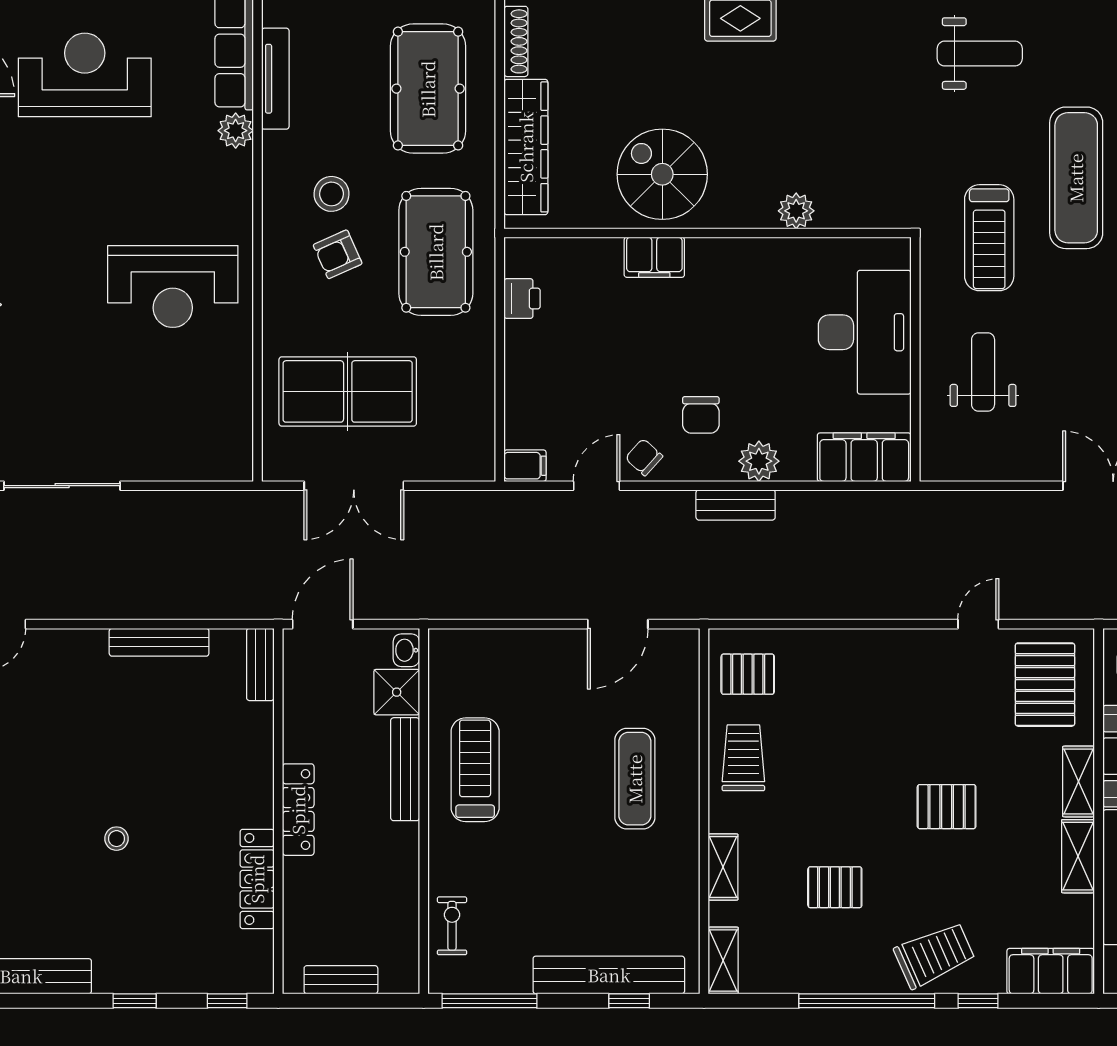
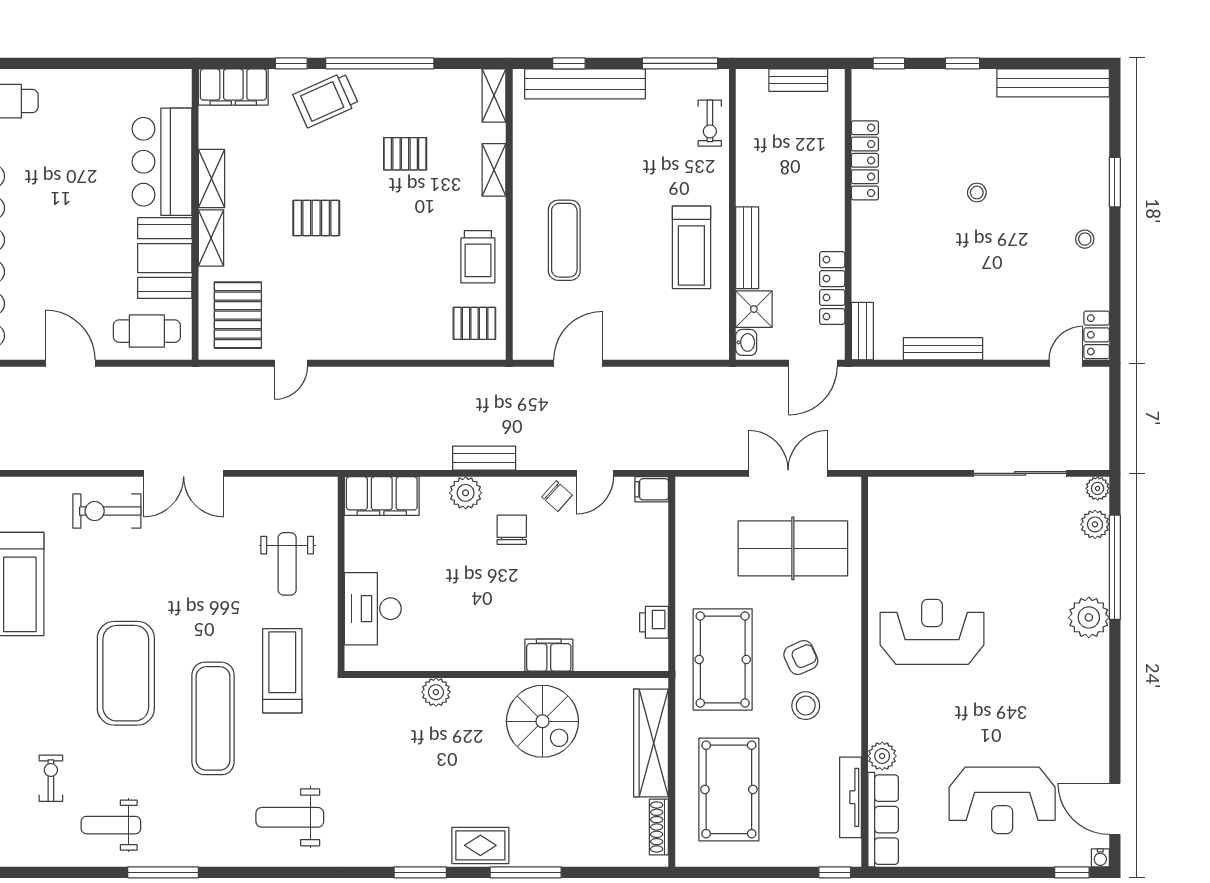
desk: (865, 332) -> (373, 609), width x0.73, depth x0.77
locker: (298, 810) -> (832, 288), moved

